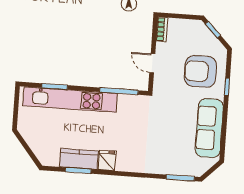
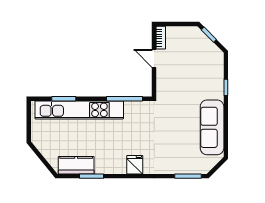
door: (152, 63) -> (154, 58), moved
armchair: (200, 71) -> (200, 75), removed
kitchen counter: (79, 159) -> (76, 165), moved
fridge: (107, 160) -> (135, 165), moved

